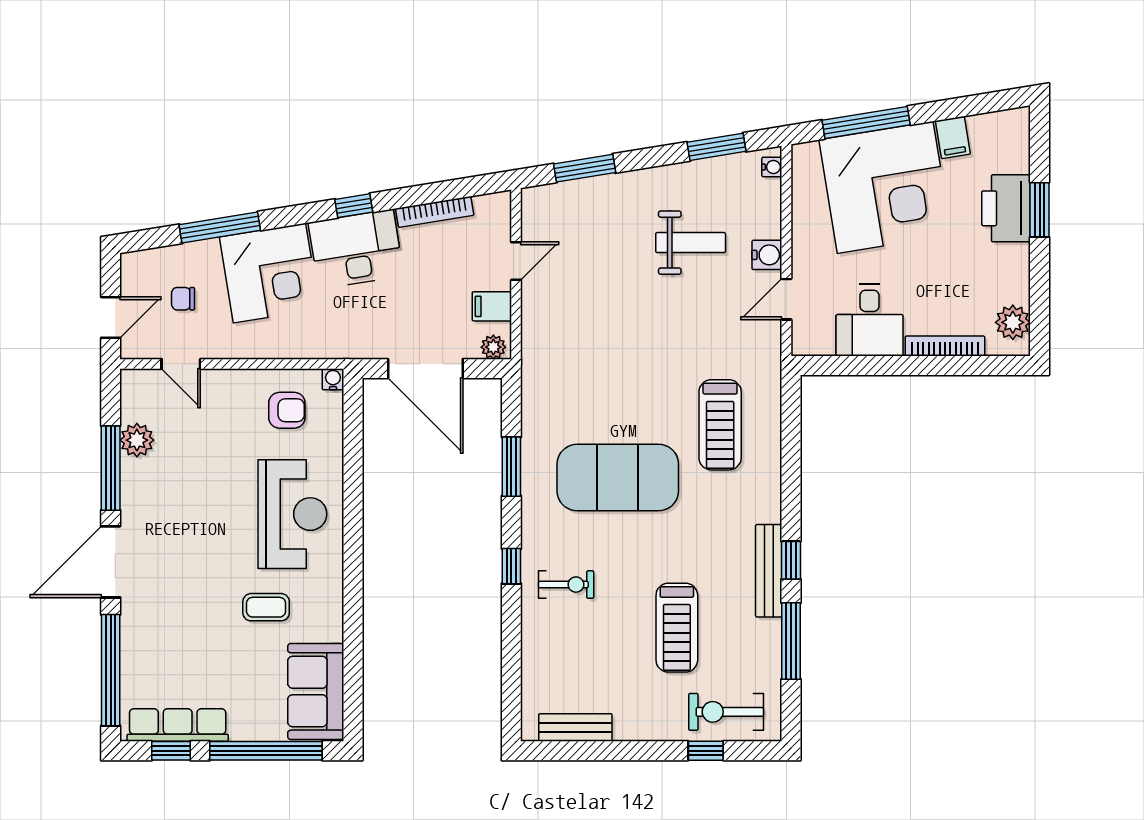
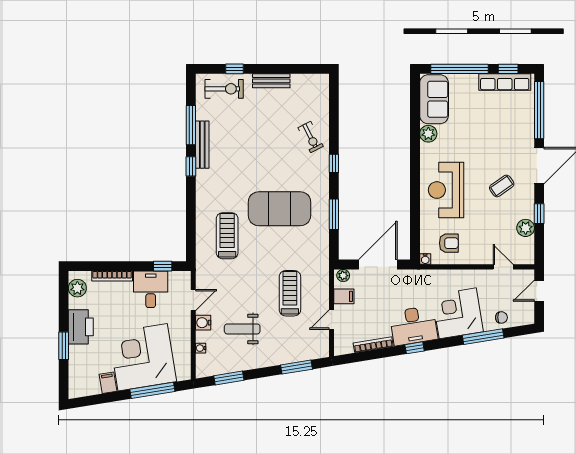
water cooler: (772, 167) -> (201, 348), moved
printer: (1006, 208) -> (81, 327), moved
chair: (183, 299) -> (501, 317), moved
window: (846, 365) -> (163, 266), added
door: (425, 369) -> (378, 264), hinge flipped
armchair: (287, 410) -> (449, 243), turned 180
window: (111, 468) -> (539, 214), width x0.46
bench: (769, 571) -> (202, 145), moved
exercise bike: (566, 585) -> (311, 137), moved, turned -117
coffee table: (266, 607) -> (502, 186), moved, turned -35
plant: (327, 624) -> (428, 134), added
treadmill: (677, 628) -> (290, 293), moved
bench: (575, 727) -> (271, 81), moved

